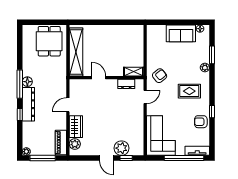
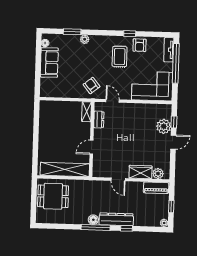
rug: (189, 91) -> (120, 57), moved
window: (43, 158) -> (171, 207), width x0.46

